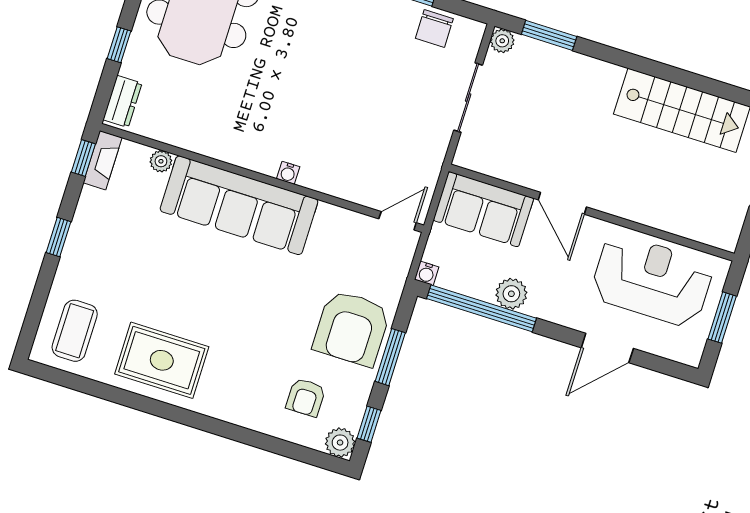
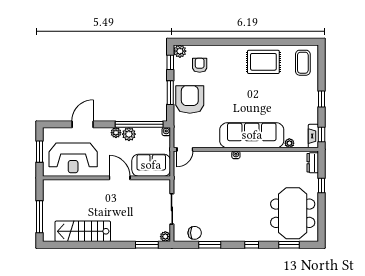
chair: (434, 28) -> (195, 233), turned 90
plant: (539, 306) -> (116, 133), added

